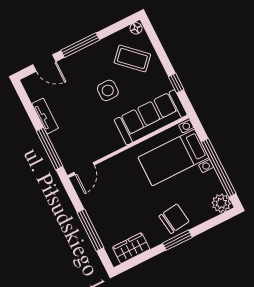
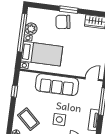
side table: (108, 90) -> (59, 120), moved
sofa: (151, 117) -> (57, 85), moved
plant: (221, 203) -> (31, 29), moved

